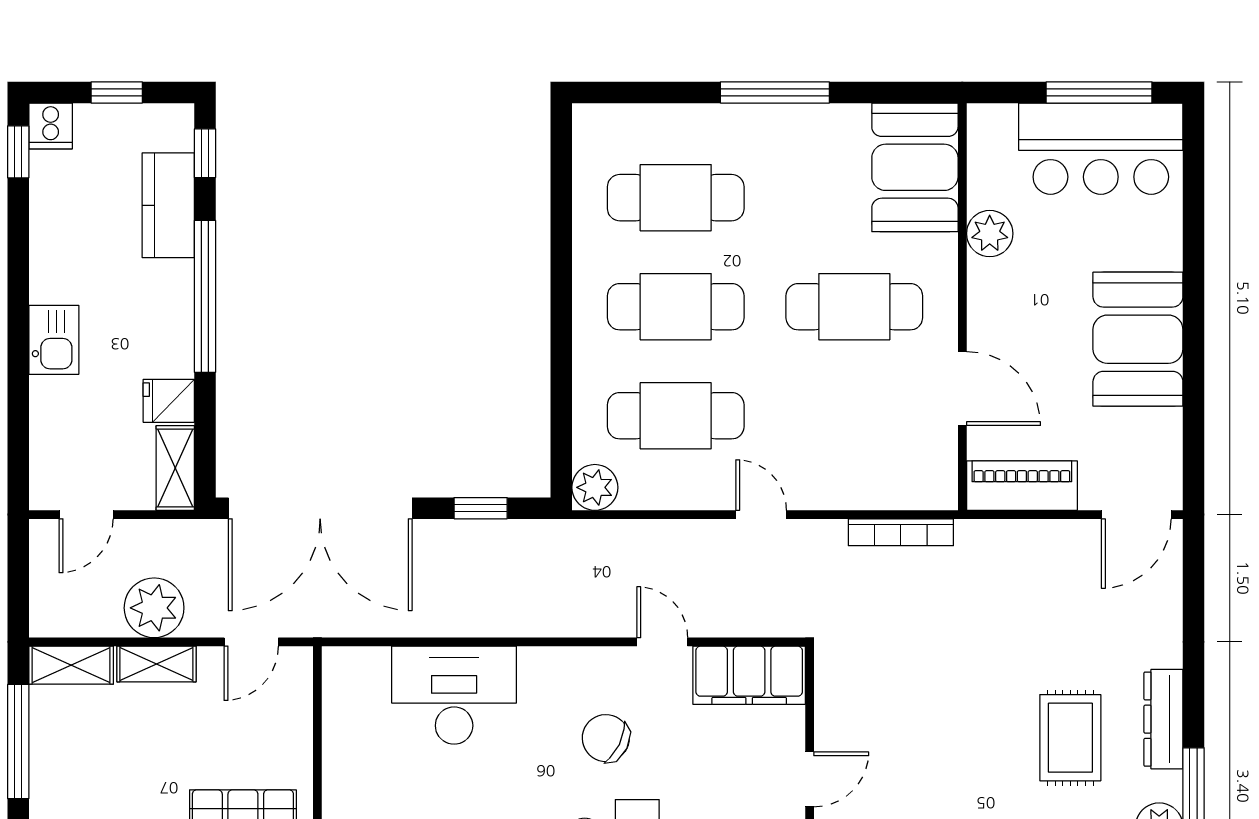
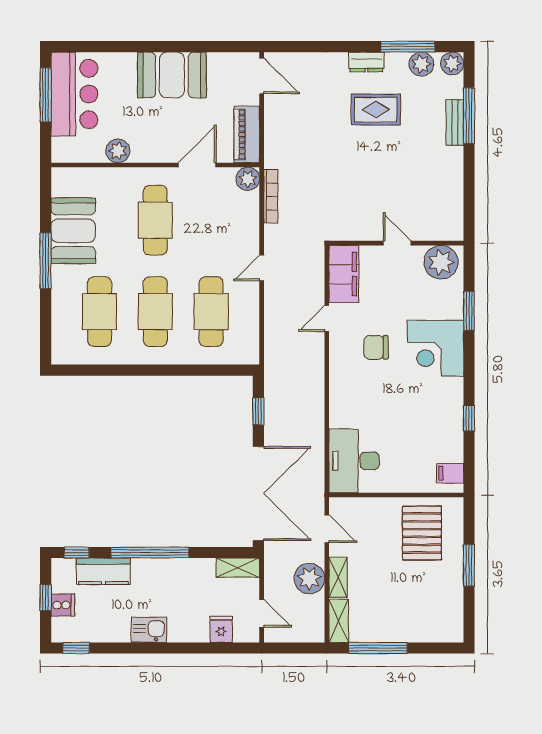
cooker: (51, 126) -> (63, 605), moved
booth: (915, 167) -> (73, 231), moved, turned 90
kitchen sink: (54, 340) -> (149, 630), moved
fridge: (169, 401) -> (221, 629), moved, turned 180
plant: (595, 487) -> (248, 179), moved
desk: (454, 695) -> (354, 461), moved
dresser: (1163, 719) -> (366, 62), width x0.70
chair: (606, 738) -> (376, 347), turned 64

